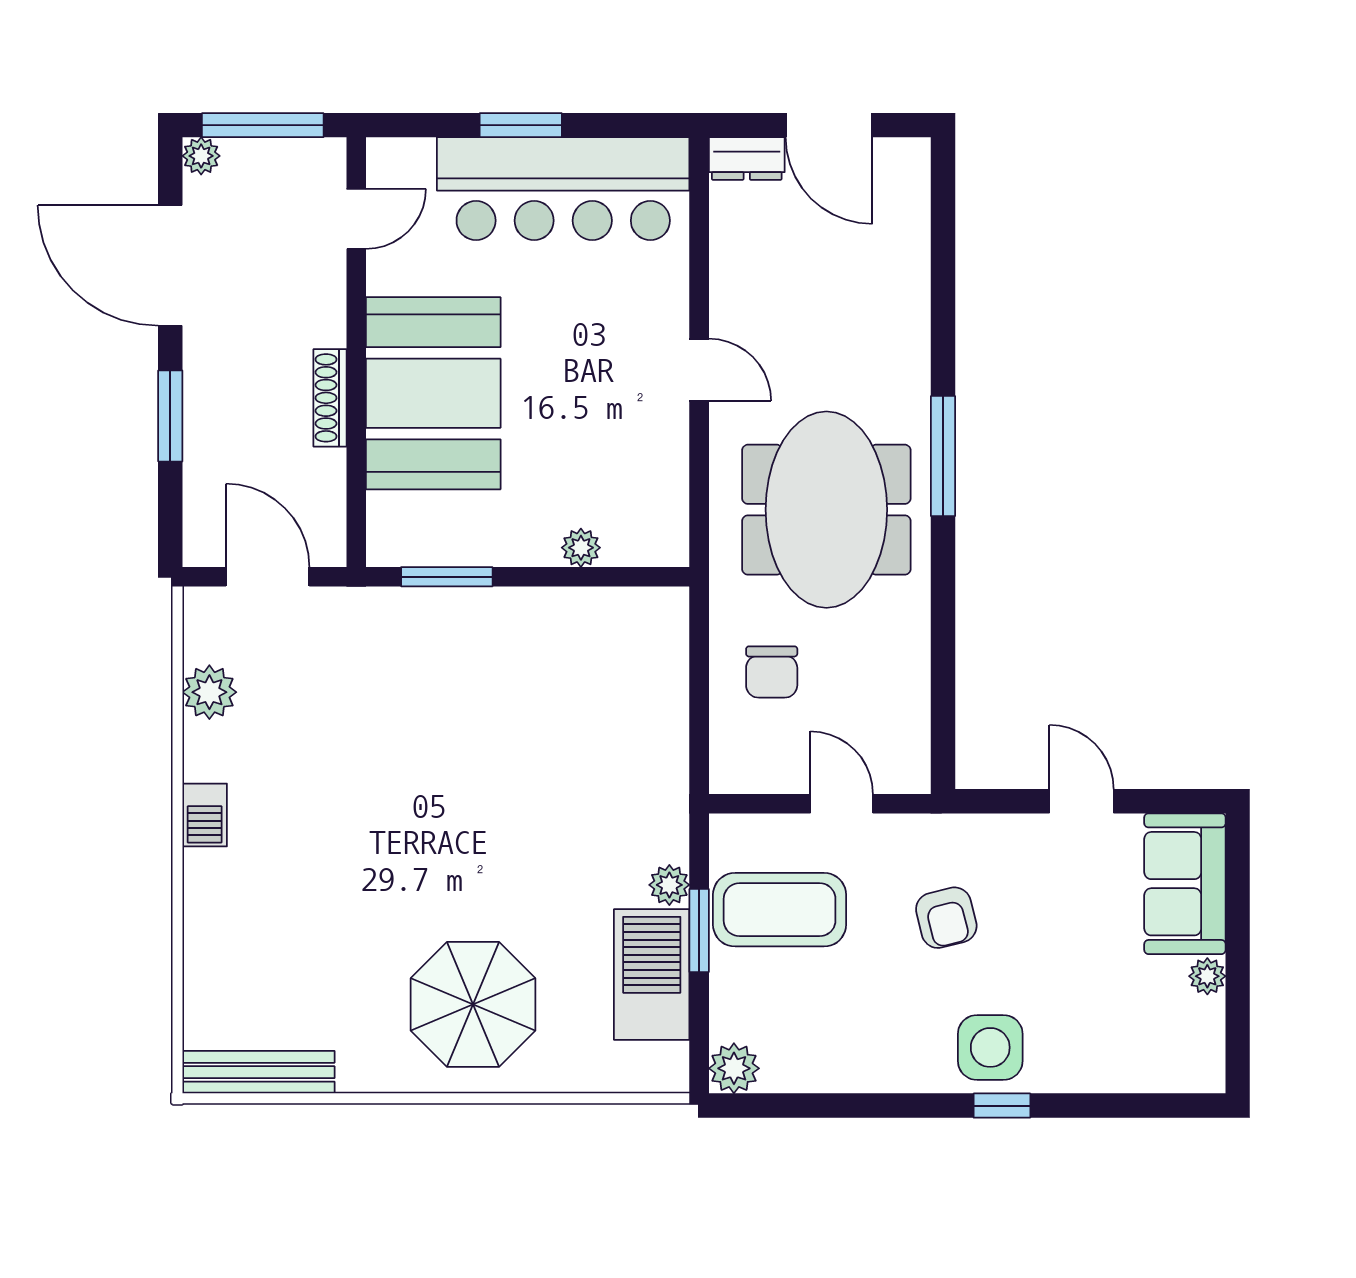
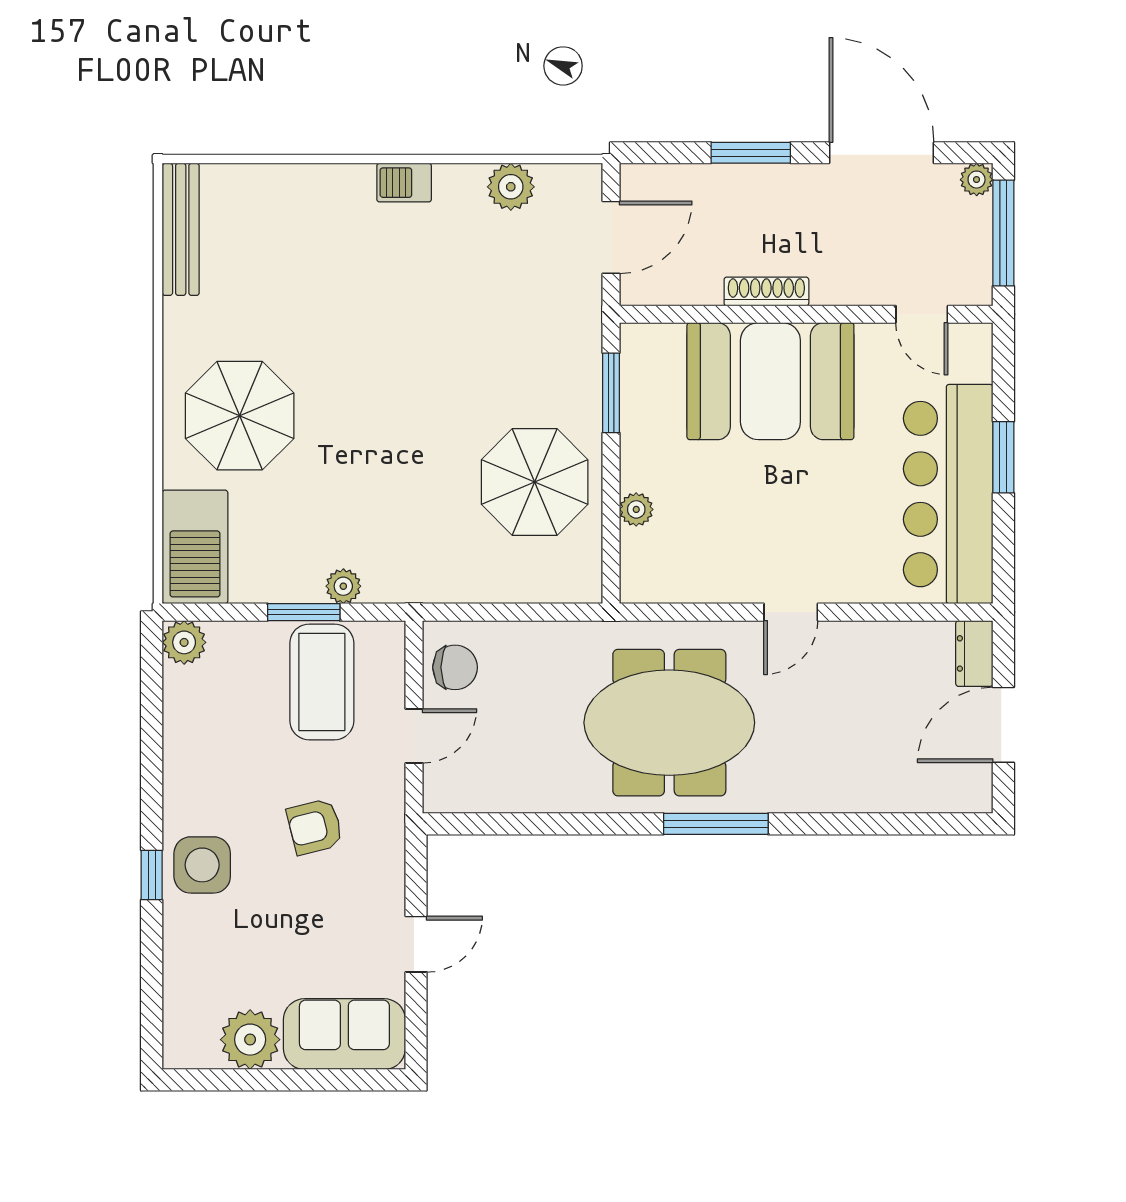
door: (170, 265) -> (881, 153), hinge flipped
parasol: (549, 665) -> (535, 482), added
chair: (772, 672) -> (455, 667), moved, turned 180
barbecue: (652, 974) -> (195, 547), moved, turned 90
plant: (1207, 976) -> (250, 1040), width x1.87, depth x1.87

